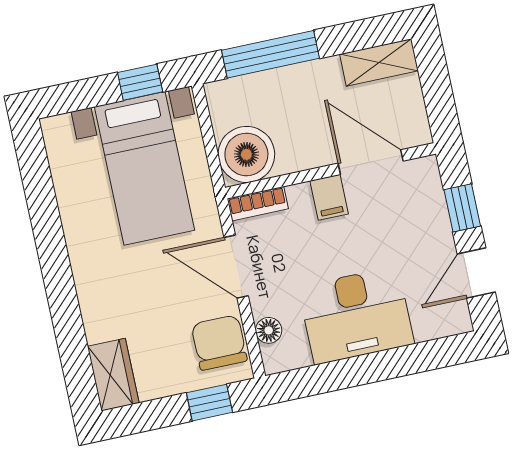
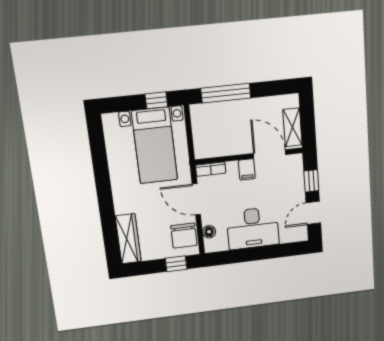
shelving: (379, 62) -> (292, 127), moved, turned 90
boiler: (246, 154) -> (208, 144), removed
chair: (219, 343) -> (184, 236), turned 180
wardrobe: (113, 375) -> (128, 239), width x1.50

